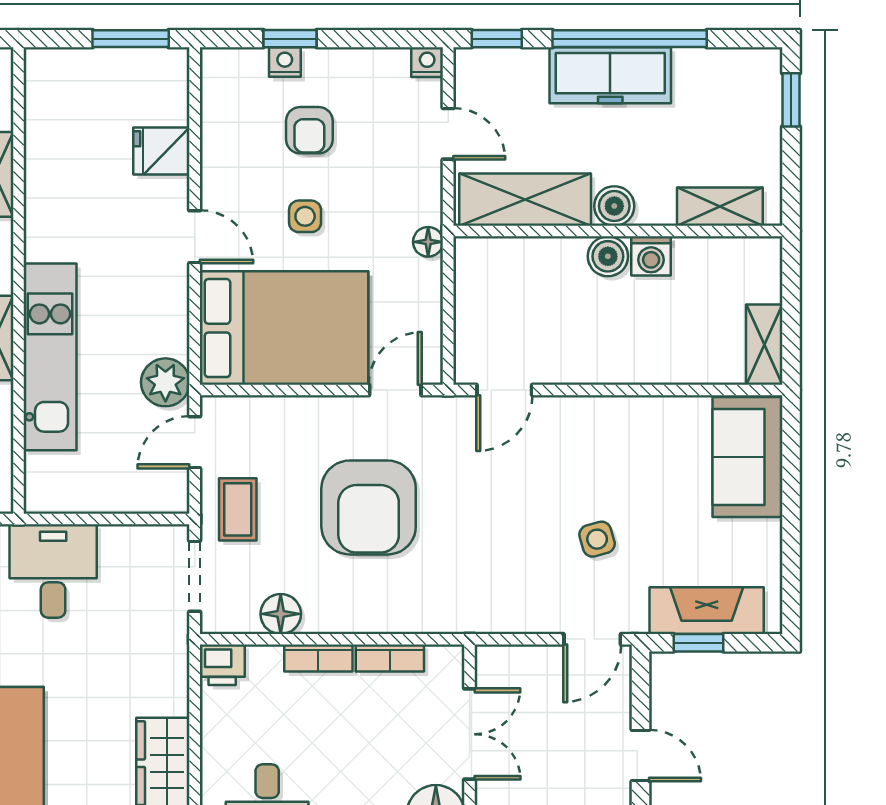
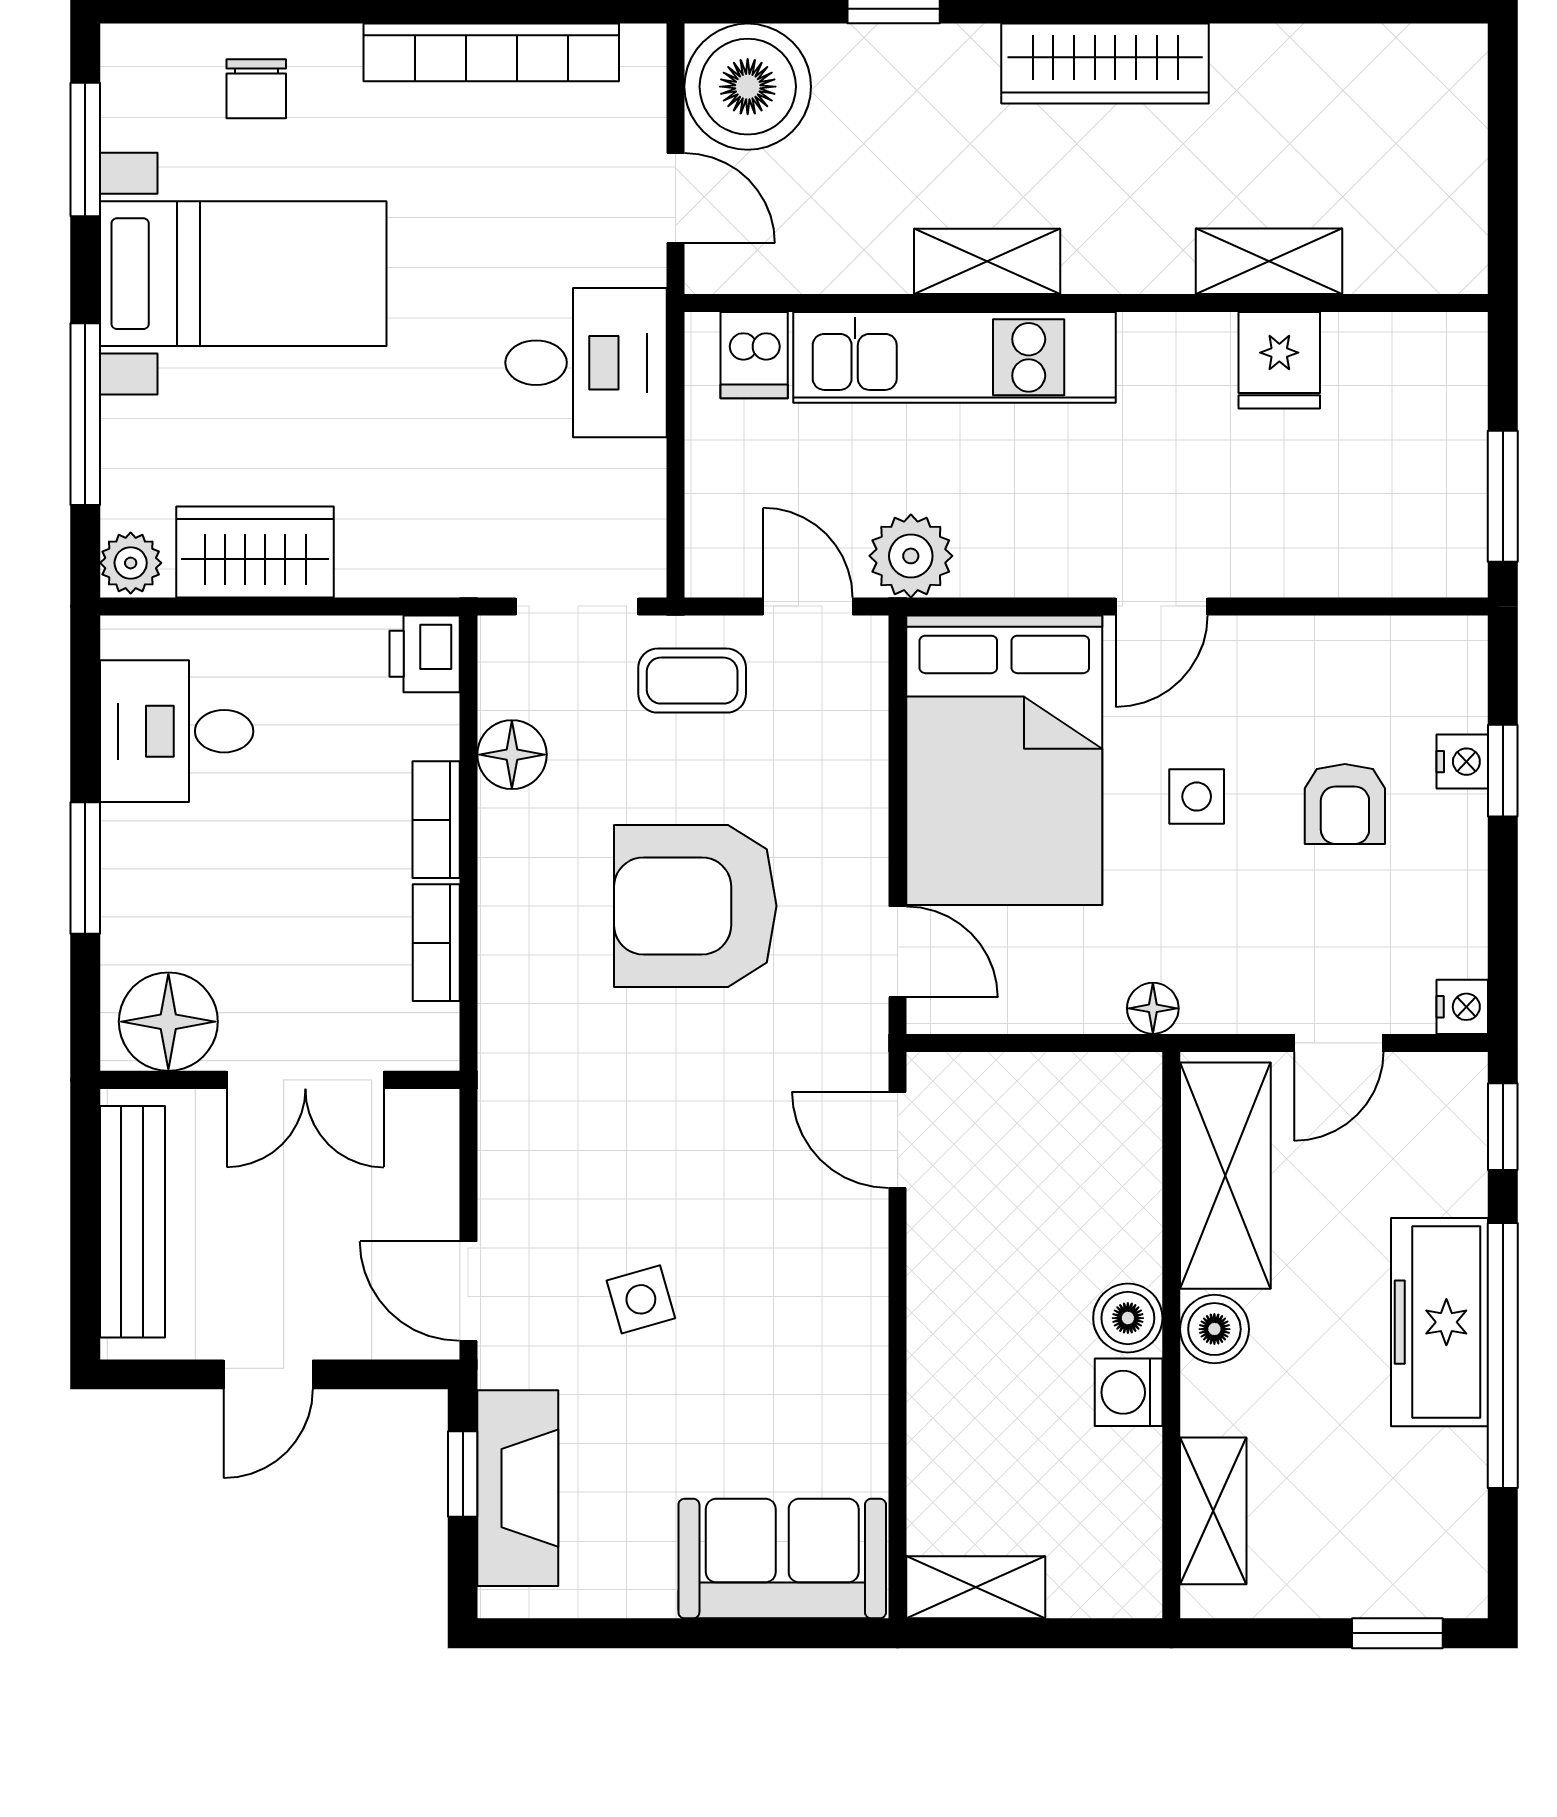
armchair: (309, 130) -> (1345, 804), turned -90
fridge: (161, 151) -> (1279, 360), moved, turned 180
dishwasher: (49, 473) -> (754, 355), added

